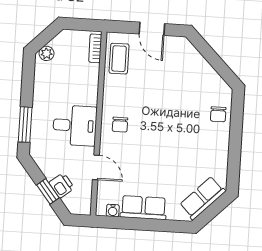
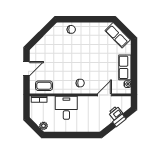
window: (25, 125) -> (83, 135), removed
desk: (75, 126) -> (66, 108), moved

